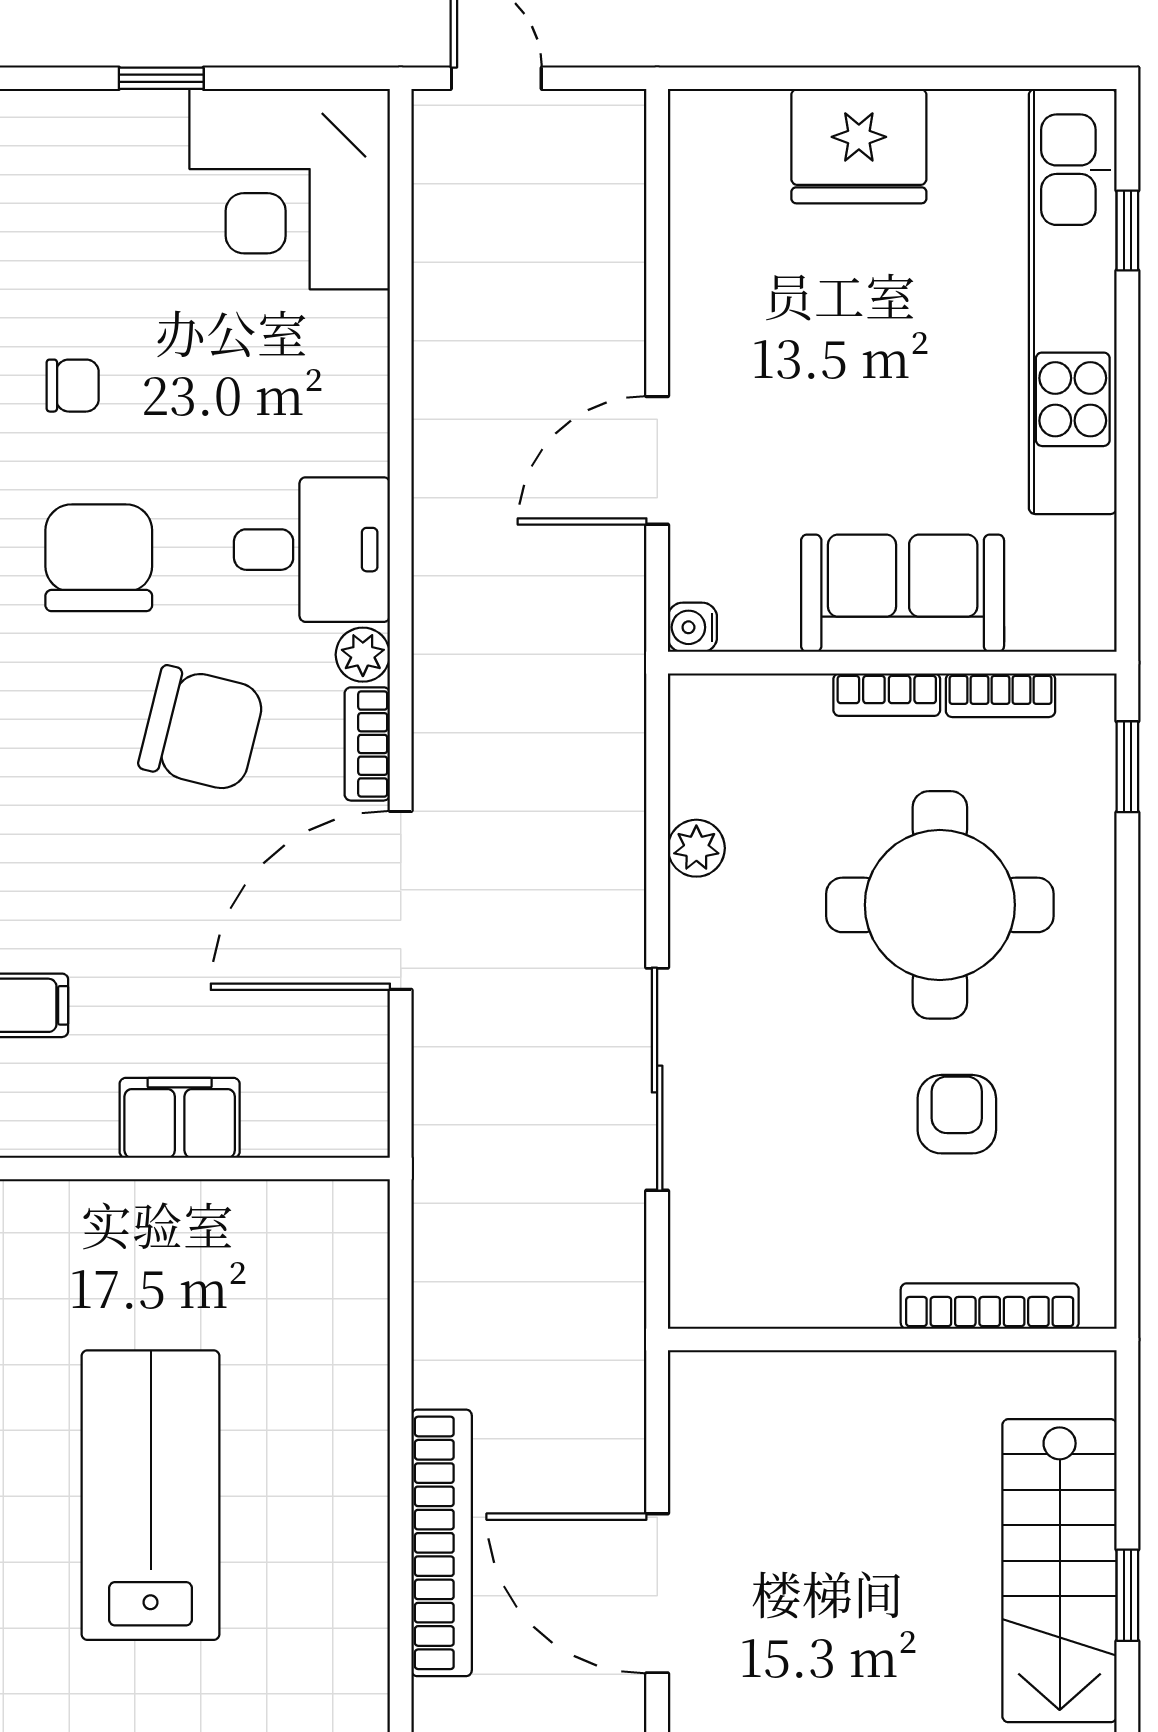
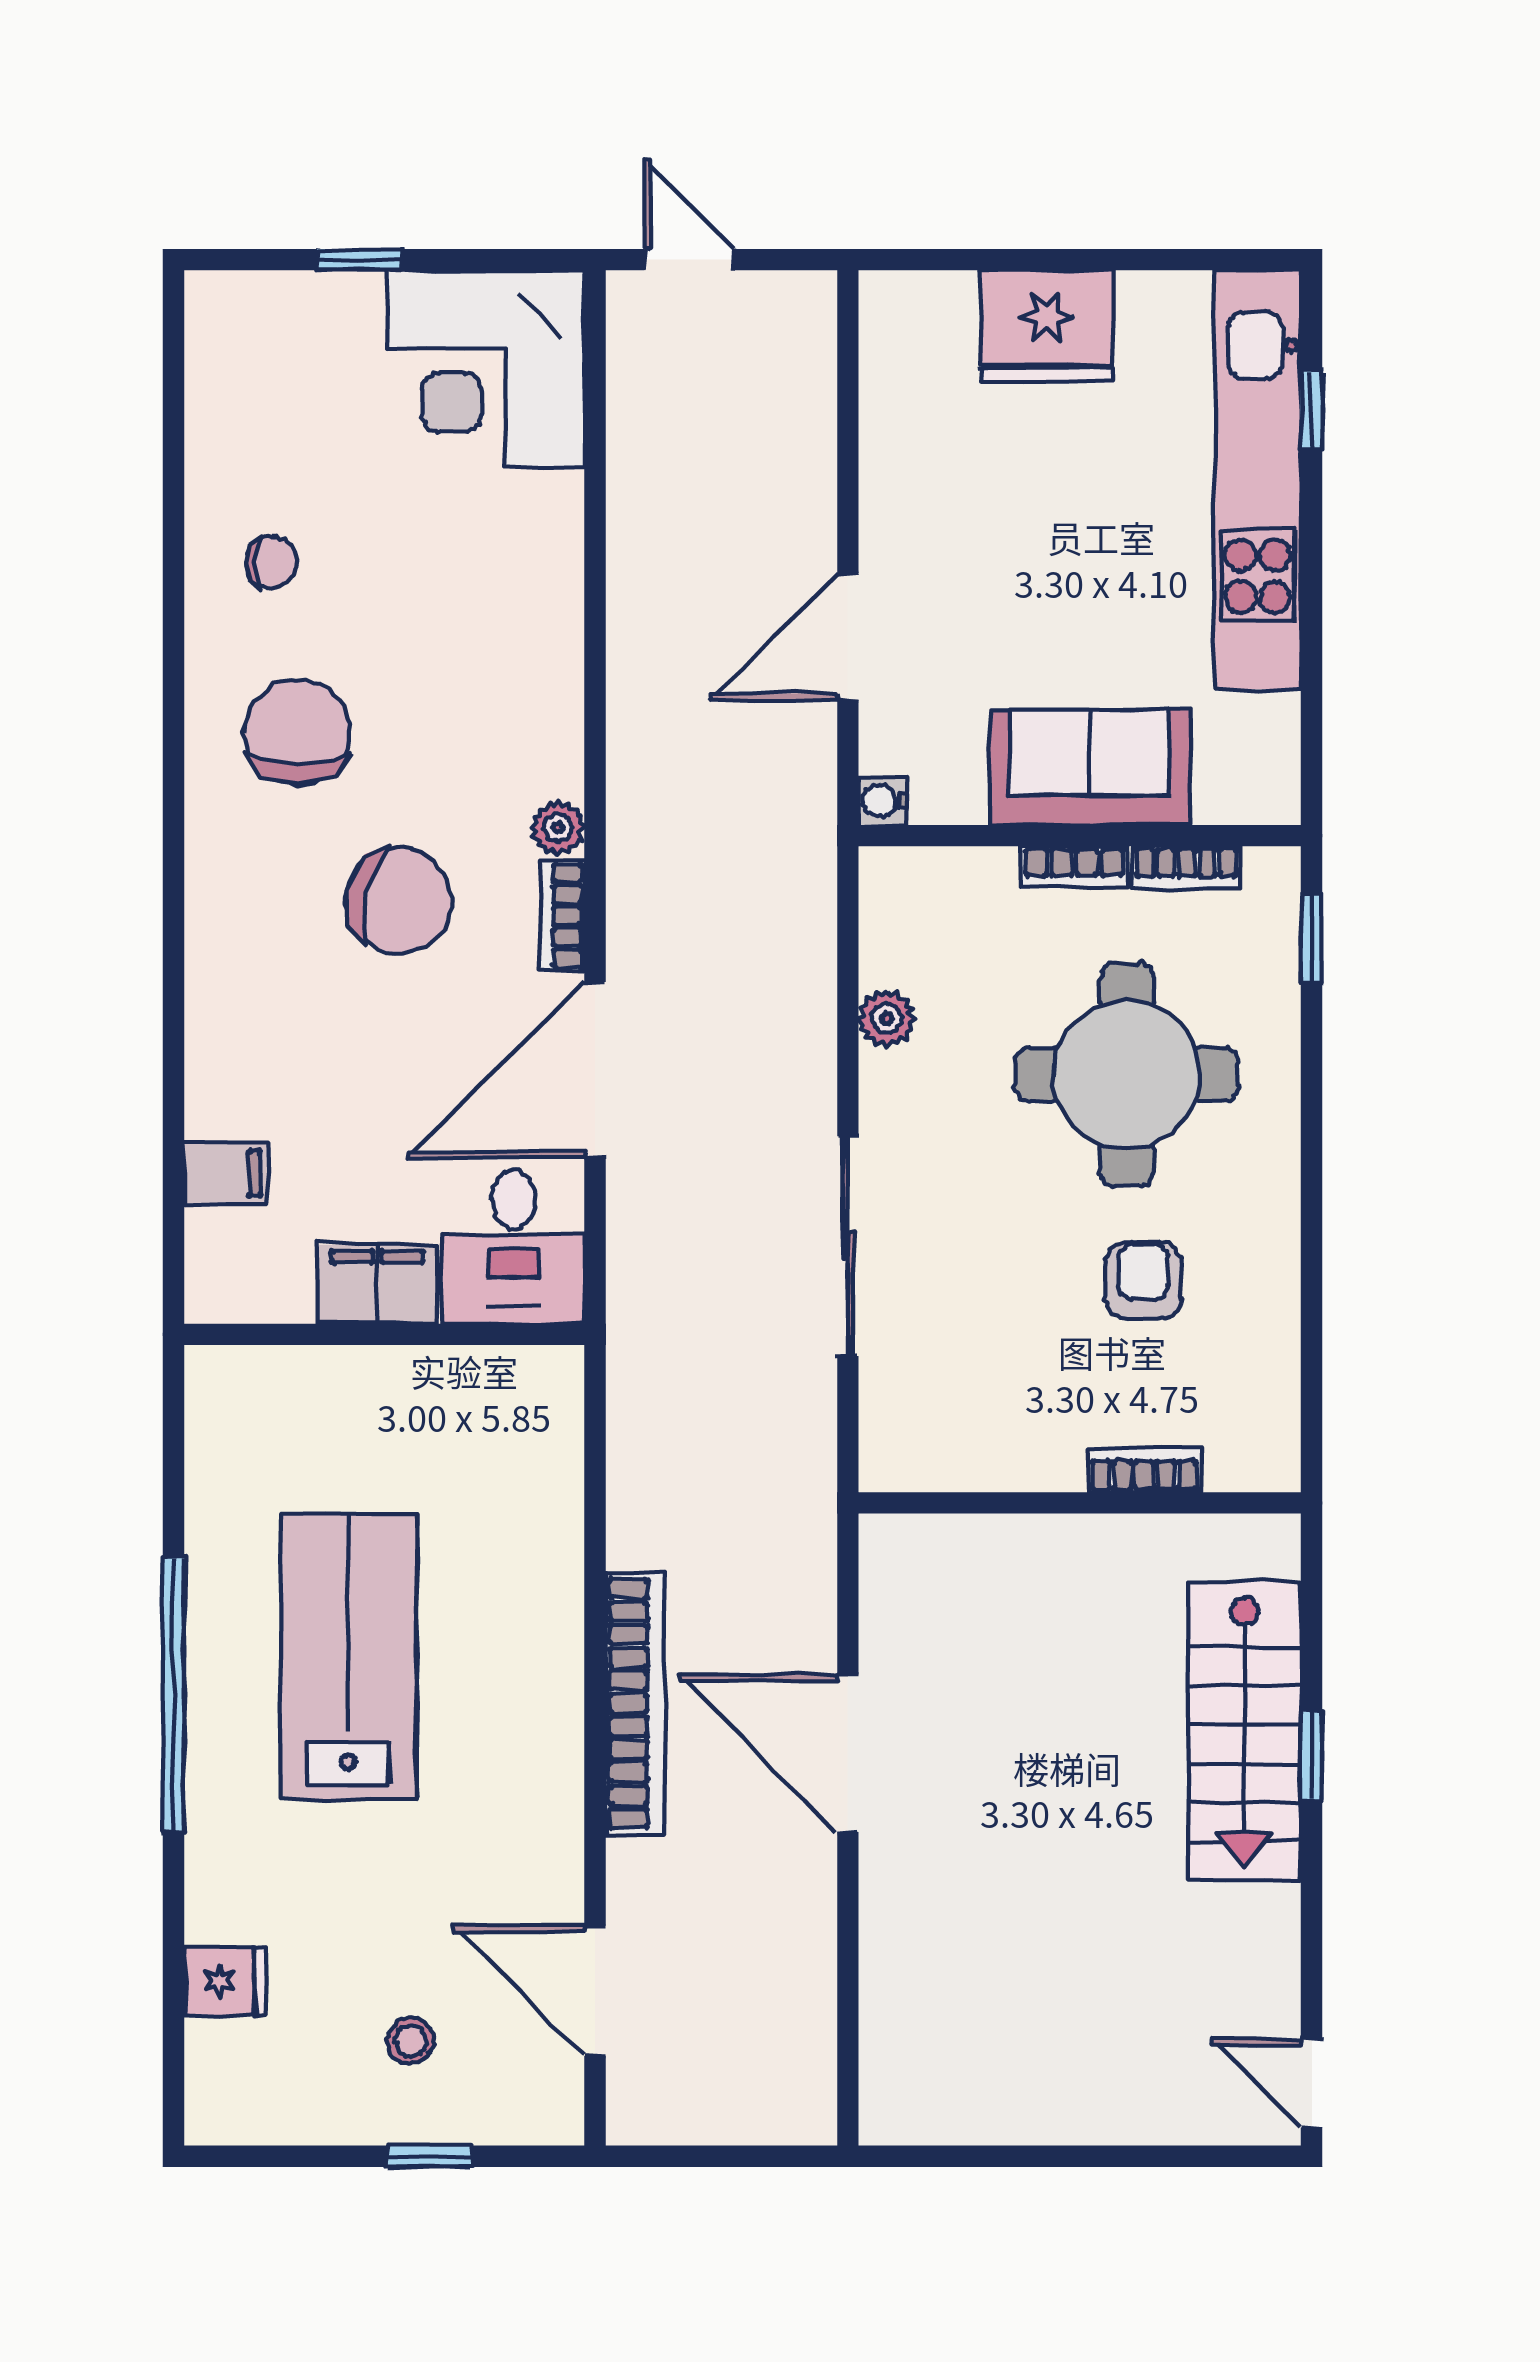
desk: (312, 550) -> (513, 1247), moved, turned 90
bookcase: (990, 1306) -> (1144, 1470), width x0.64

